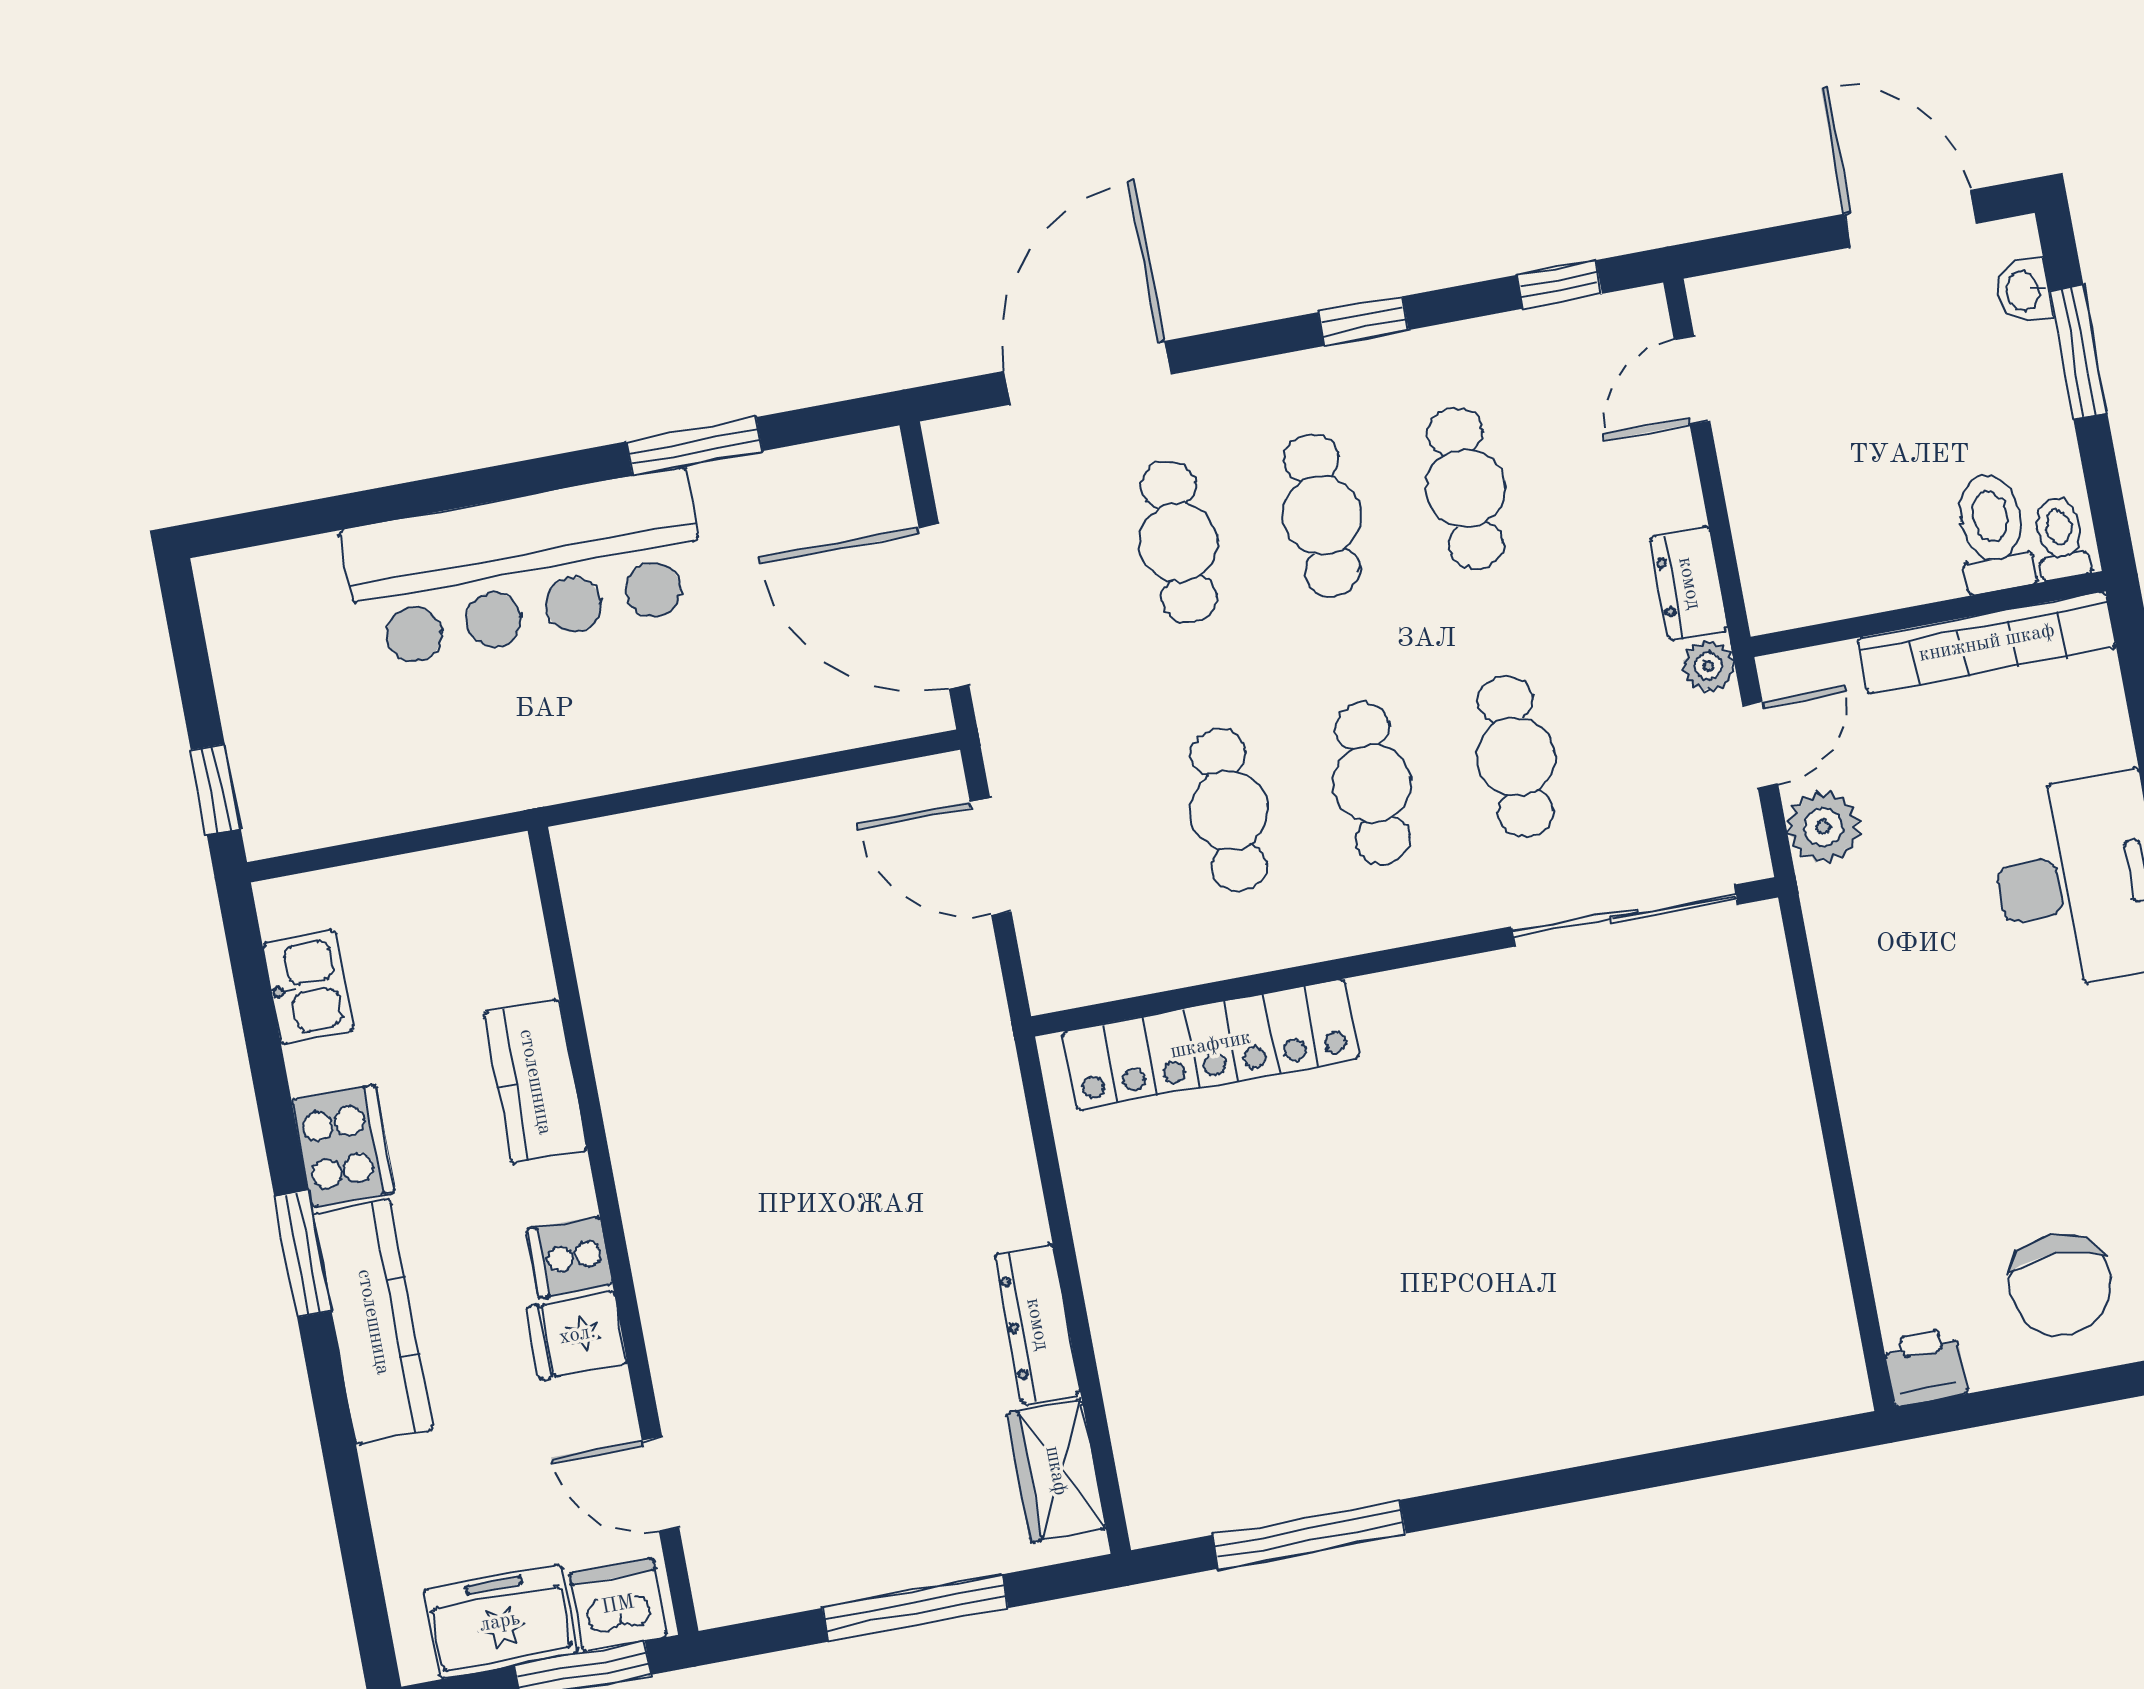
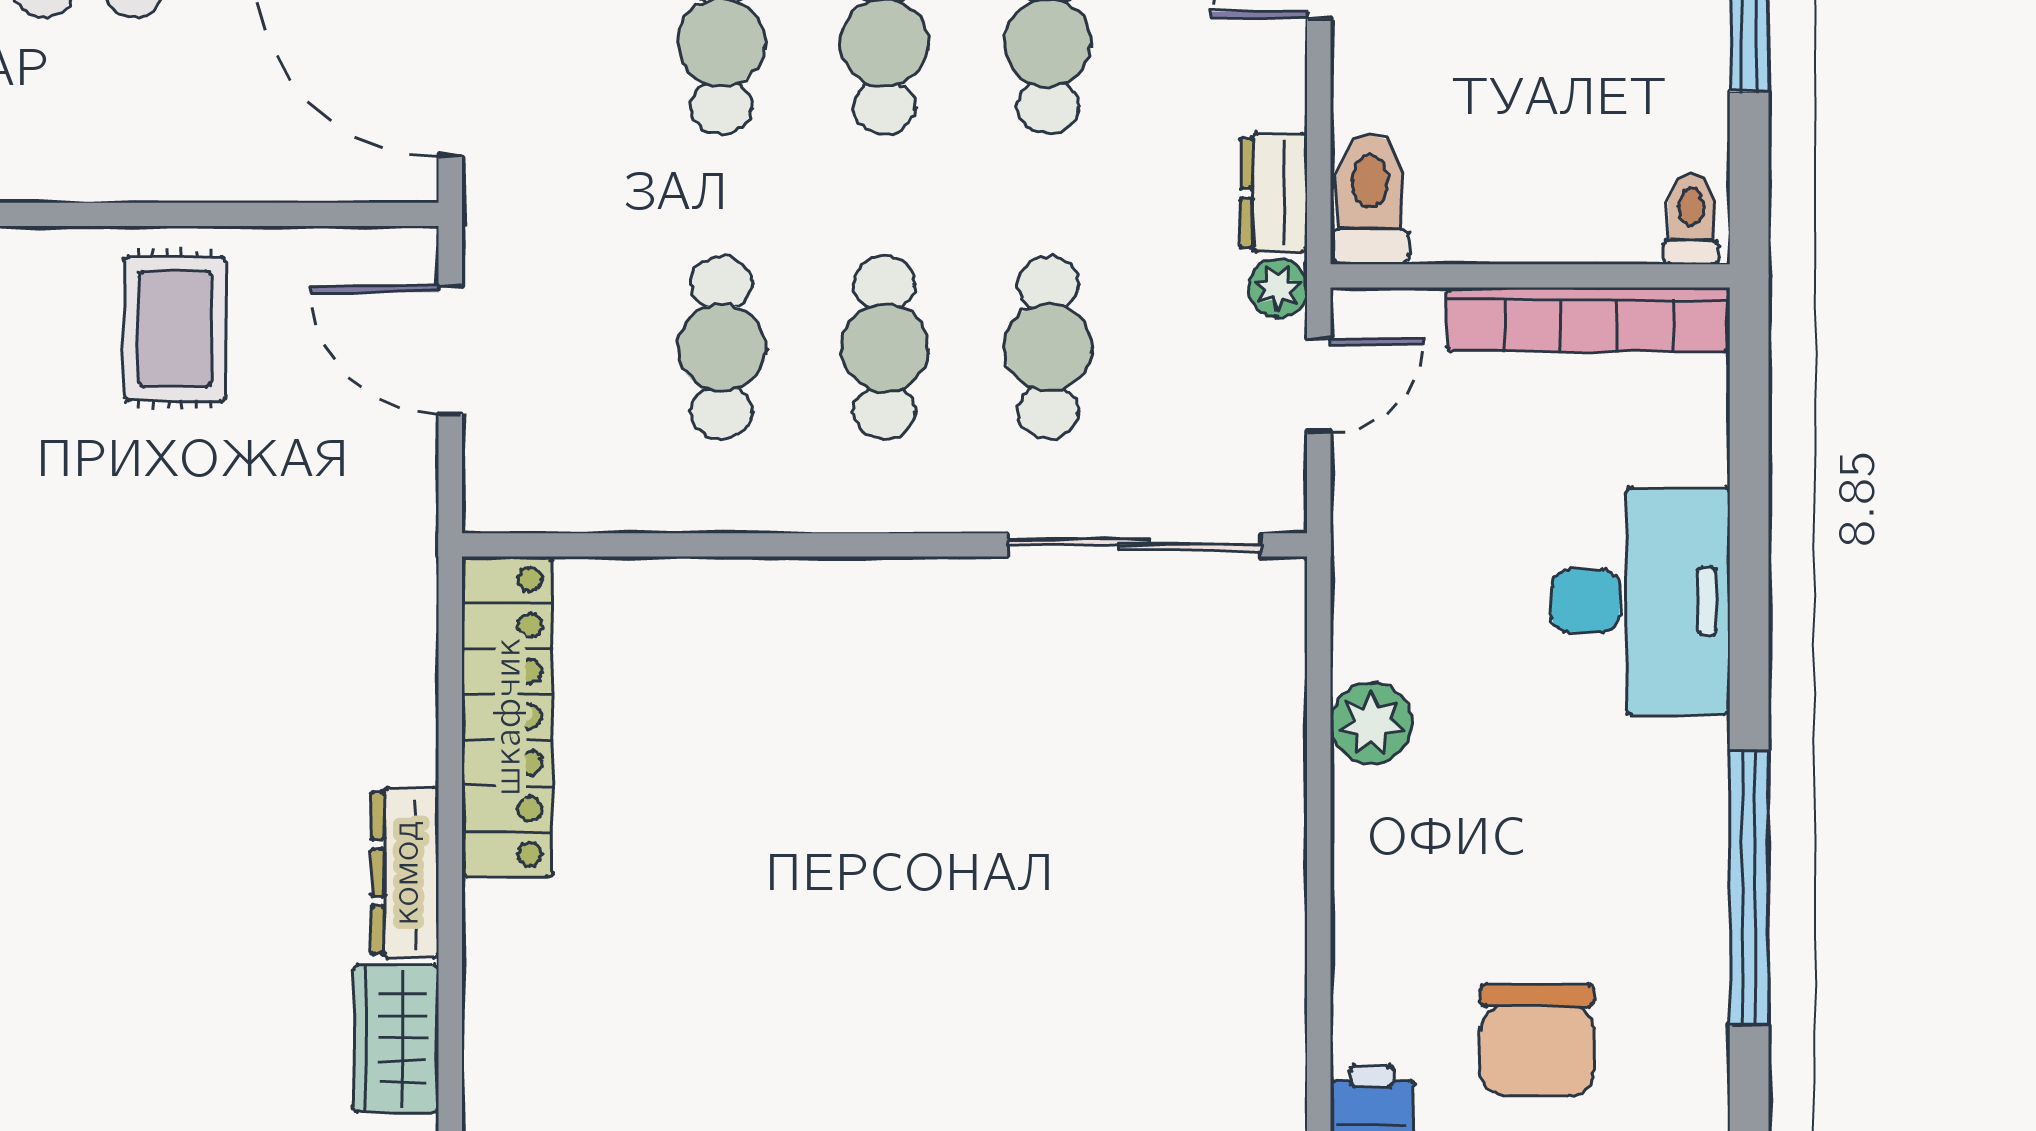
toilet: (1993, 532) -> (1370, 199), moved
plant: (1823, 827) -> (1371, 723), moved
rug: (745, 884) -> (175, 329), added
locker: (1211, 1045) -> (507, 717), moved, turned -90

